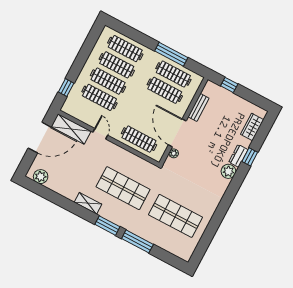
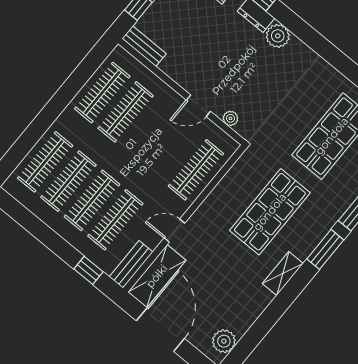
window: (171, 54) -> (70, 89), removed
bench: (199, 107) -> (144, 46), moved
bench: (75, 112) -> (131, 264), added
door: (177, 133) -> (198, 106), width x0.53

